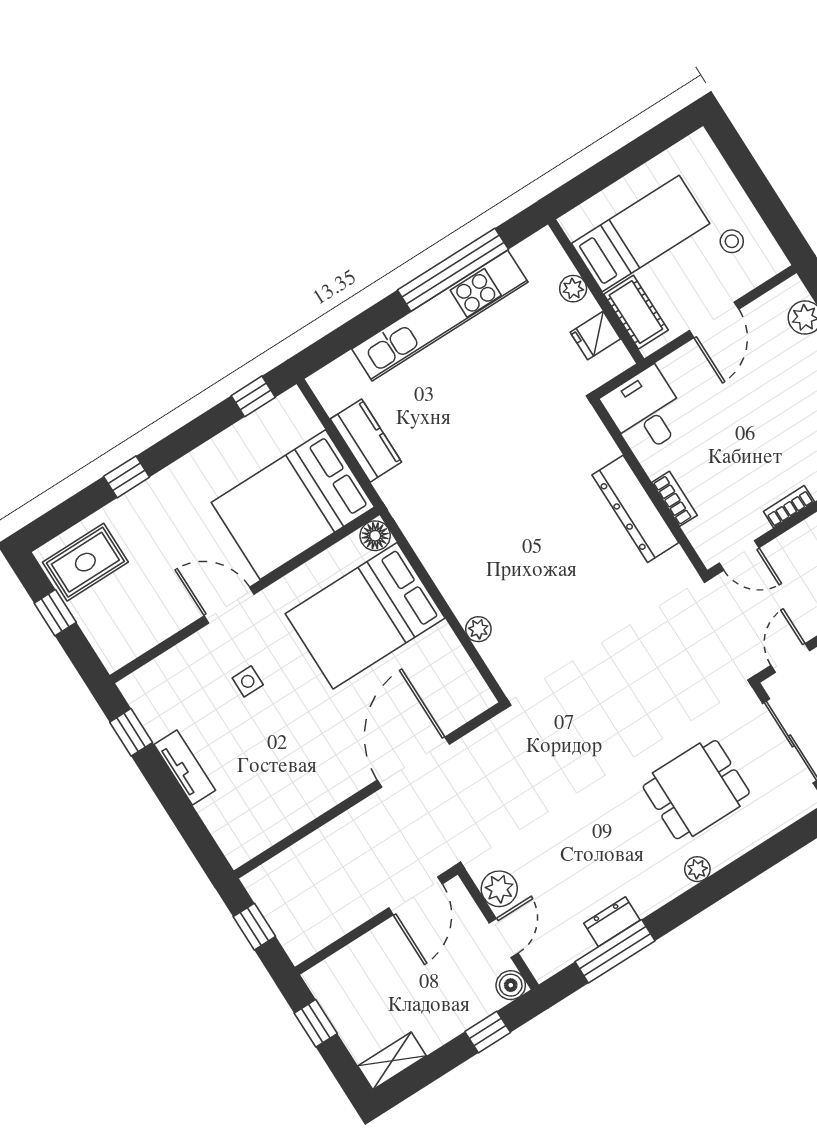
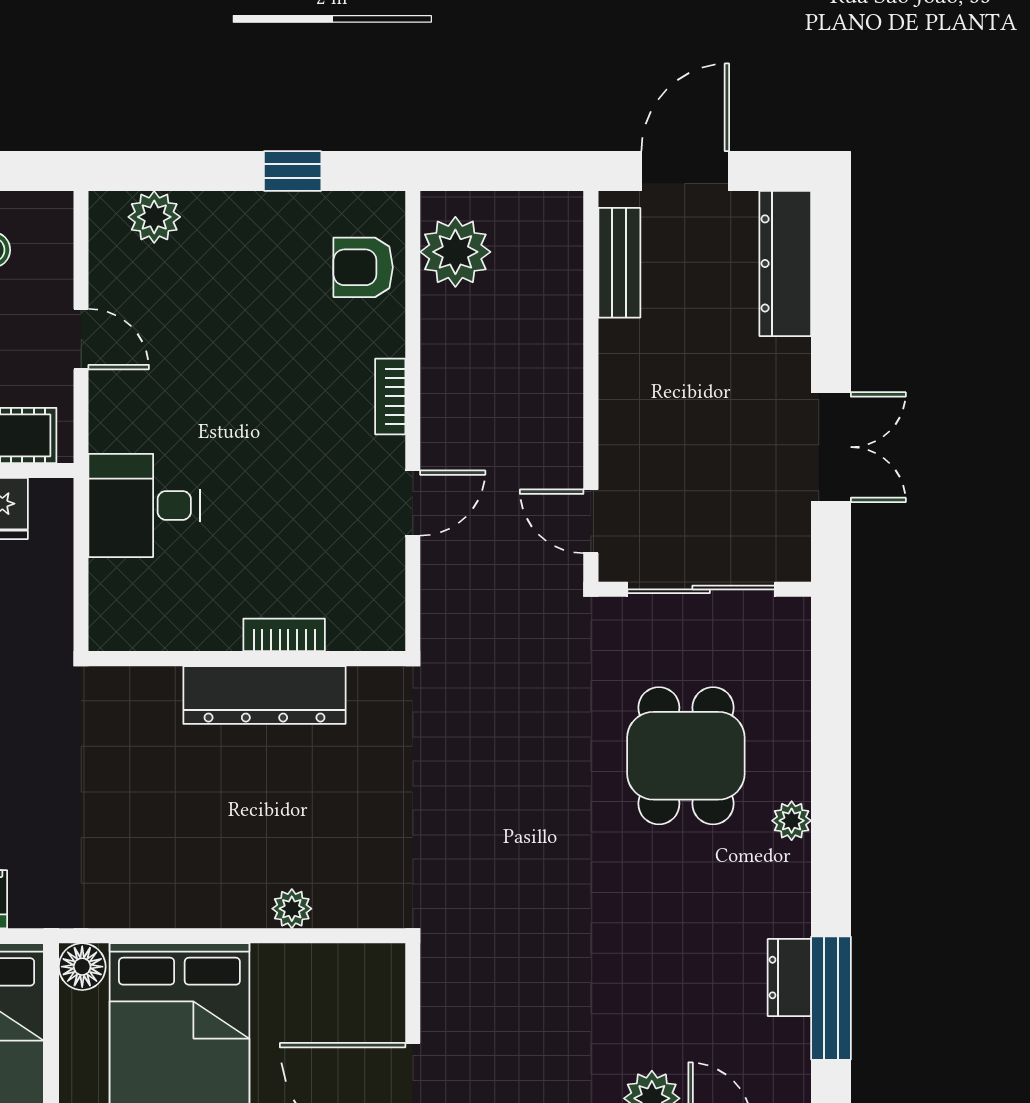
door: (714, 320) -> (81, 339), width x0.73
wall: (649, 487) -> (247, 659), moved
bookcase: (675, 499) -> (284, 635), moved
dresser: (635, 509) -> (264, 695), moved

